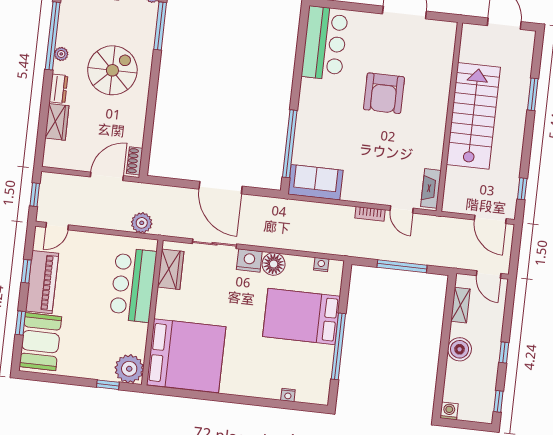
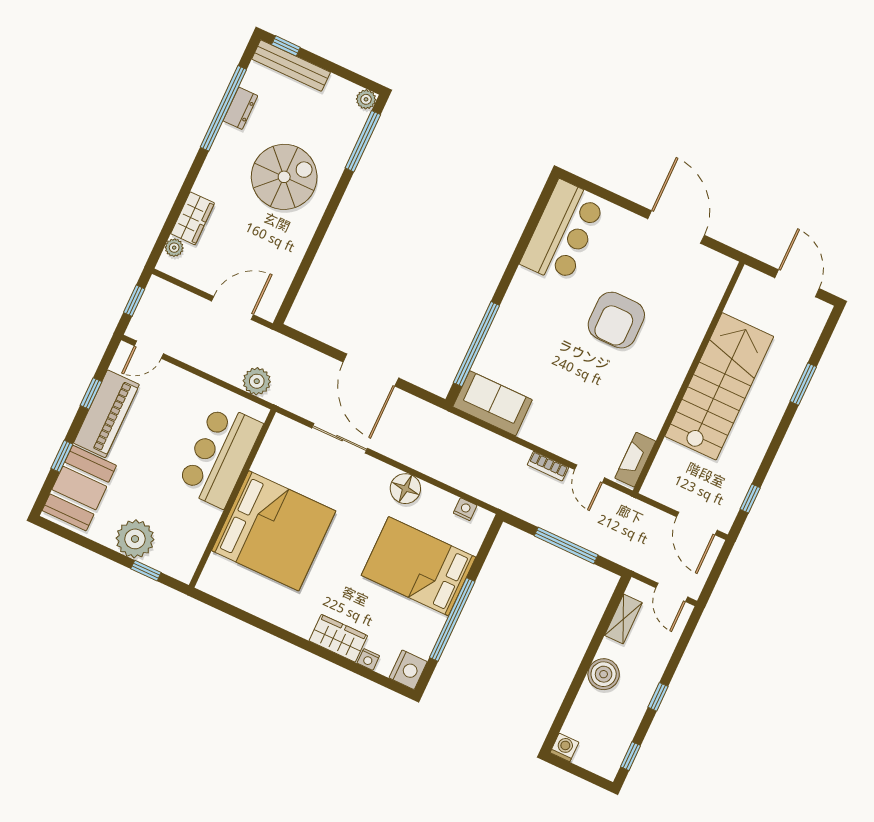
plant: (61, 54) -> (174, 248), moved
dresser: (58, 89) -> (240, 108), moved
shoe rack: (135, 161) -> (274, 300), removed
nightstand: (249, 260) -> (408, 670), moved, turned 90
wardrobe: (171, 269) -> (338, 638), moved, turned -90
bed: (186, 356) -> (274, 531), moved
plant: (129, 369) -> (135, 539), moved

